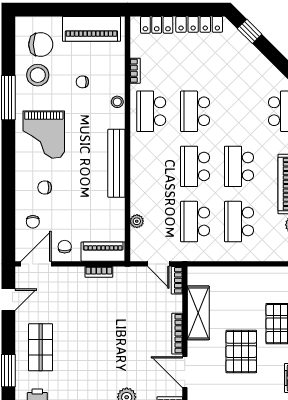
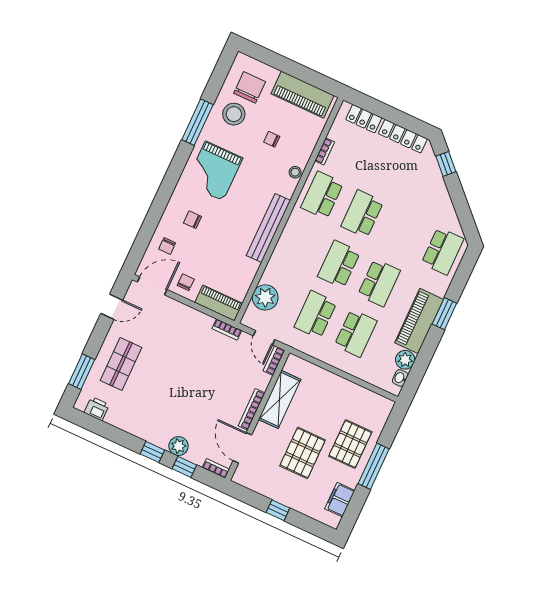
chair: (41, 45) -> (250, 87), turned -90
school desk: (239, 166) -> (379, 283), turned 180
plant: (137, 221) -> (265, 297), width x1.88, depth x1.88
school desk: (239, 222) -> (356, 333), turned 180
bookcase: (99, 272) -> (227, 329), moved

